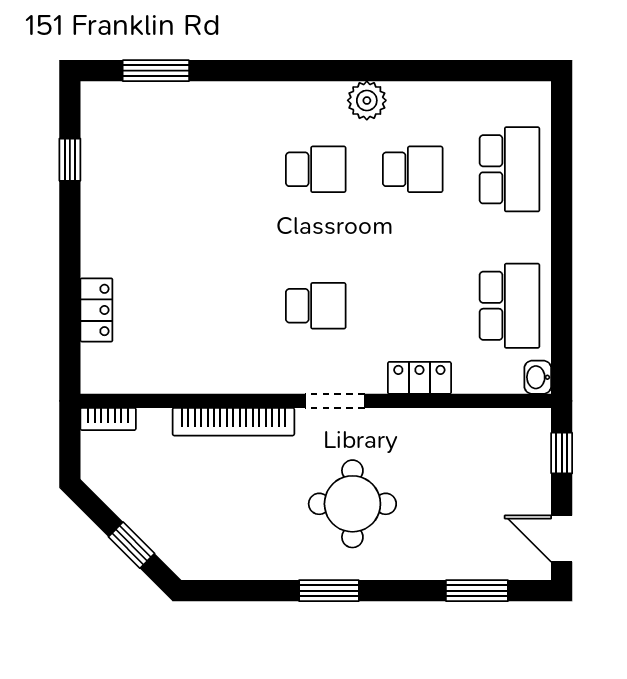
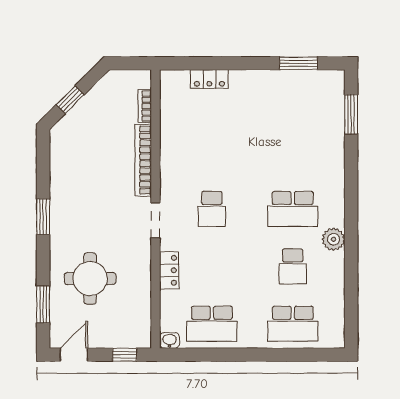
window: (70, 160) -> (298, 63), width x1.50
school desk: (316, 169) -> (293, 209), width x1.85
bookcase: (108, 419) -> (145, 106), moved
round table: (352, 504) -> (90, 279), moved

